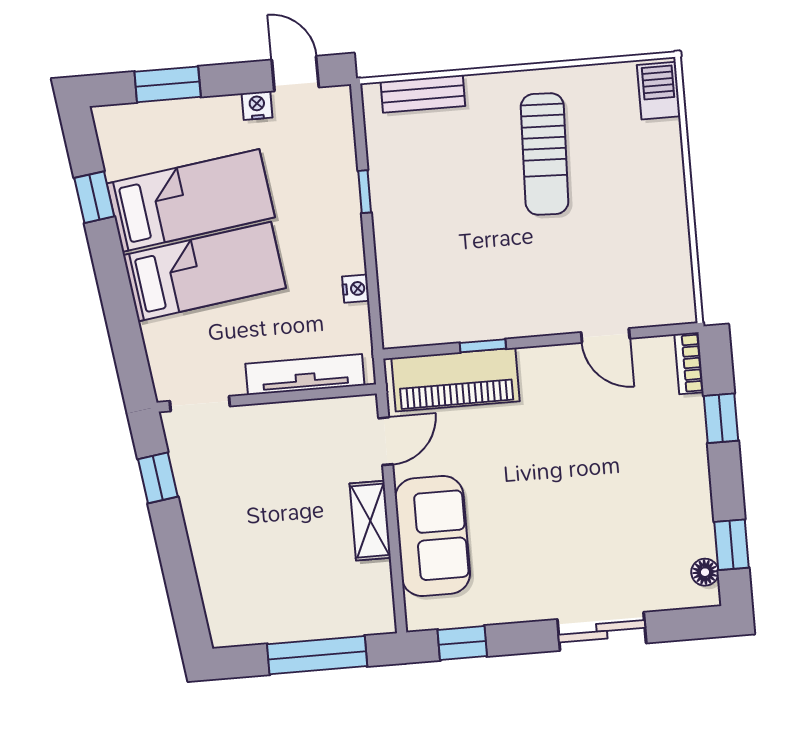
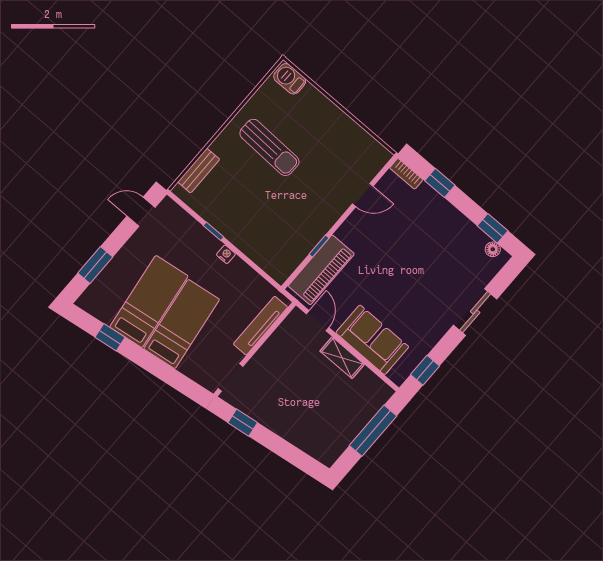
nightstand: (257, 105) -> (138, 239), removed
nightstand: (356, 289) -> (226, 254), moved

